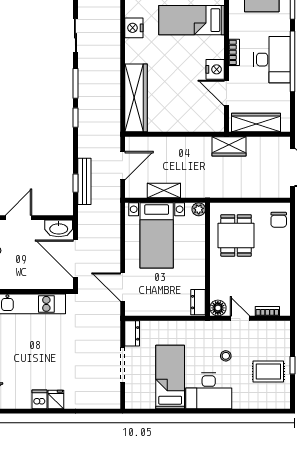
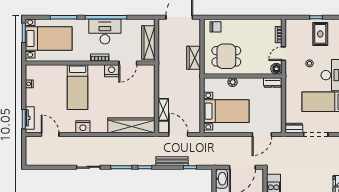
wardrobe: (229, 146) -> (194, 58), moved, turned 180
bench: (84, 181) -> (172, 161), moved
shelving: (164, 191) -> (163, 110), moved
plant: (199, 209) -> (233, 82), moved

